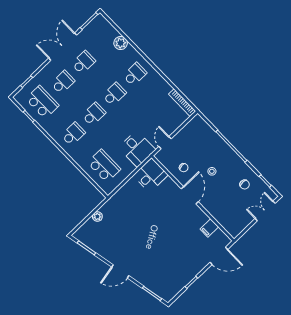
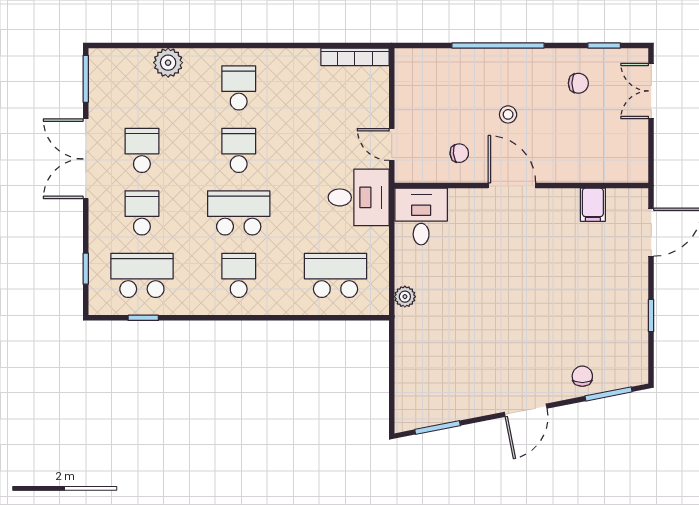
school desk: (94, 114) -> (239, 213), width x1.85
plant: (97, 217) -> (405, 297), moved
chair: (149, 279) -> (582, 376), added

